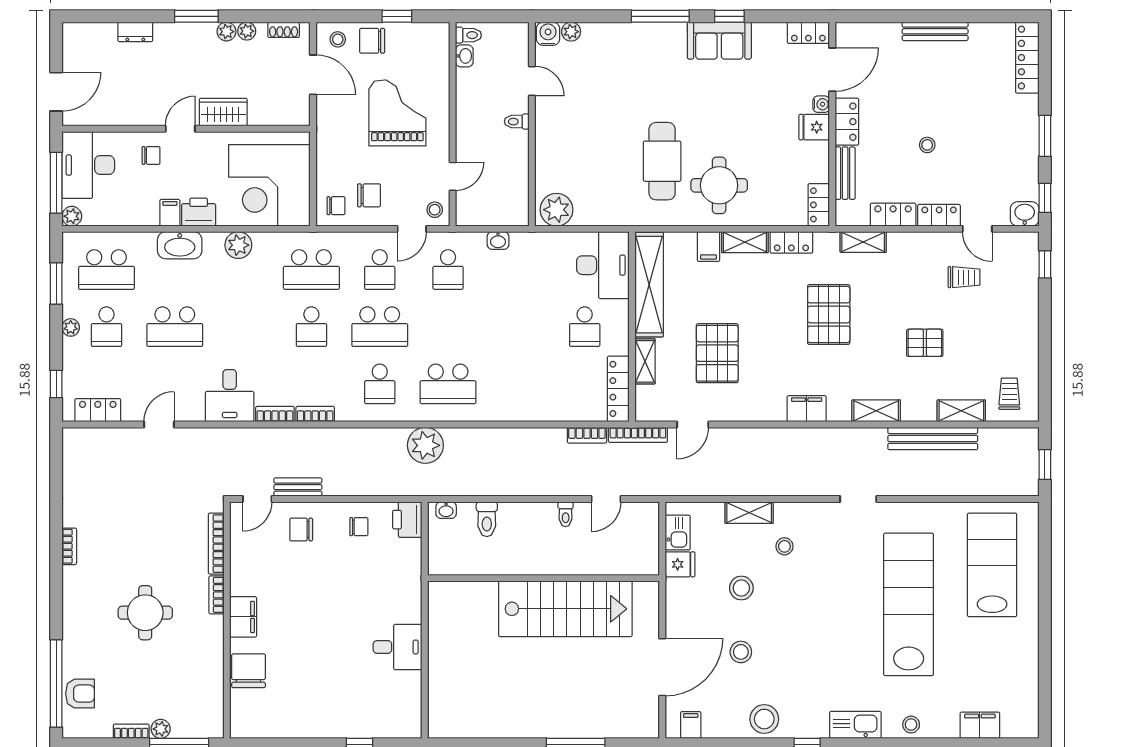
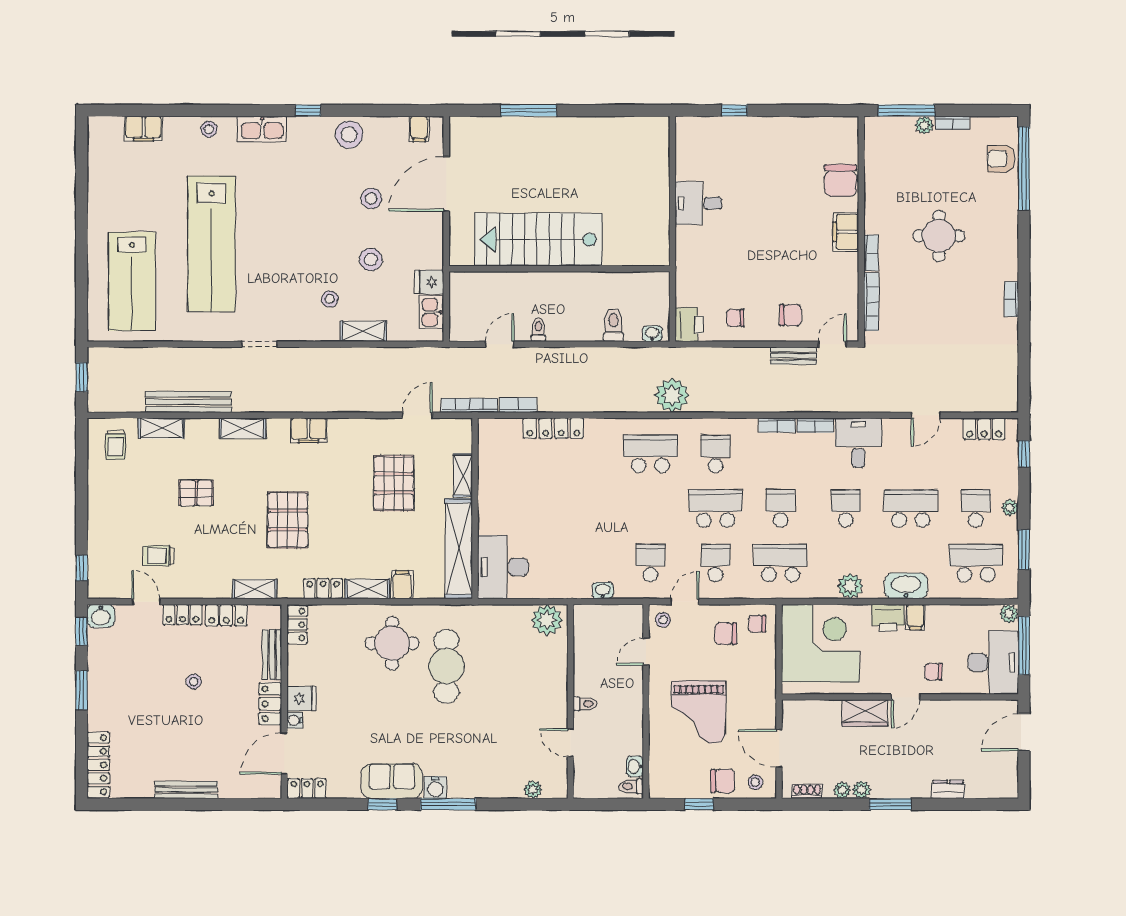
water cooler: (548, 34) -> (435, 788), moved
school desk: (585, 327) -> (846, 508), moved
locker: (618, 389) -> (553, 428), moved, turned 90

